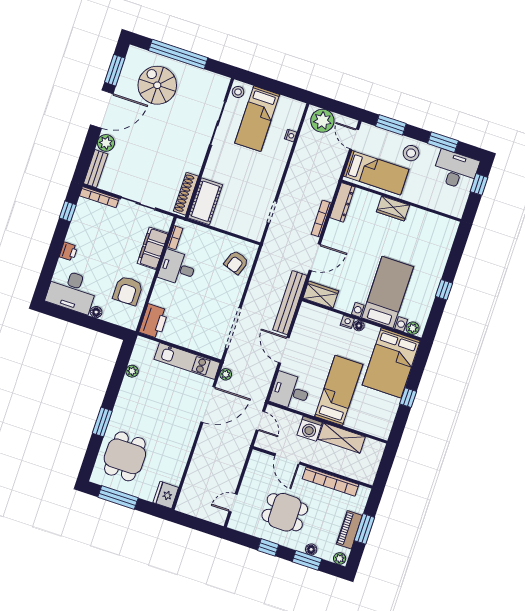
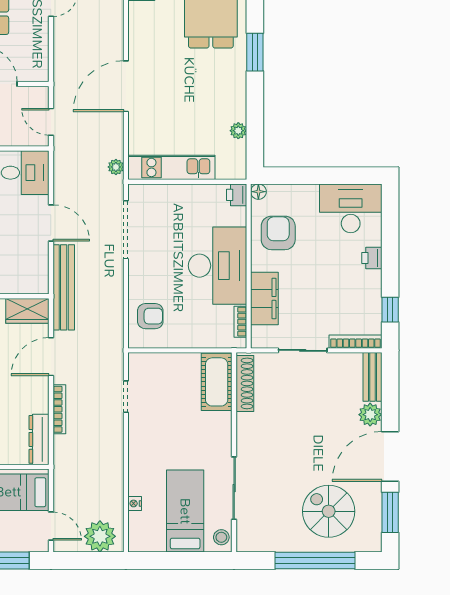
spiral stairs: (157, 85) -> (329, 511), turned 180
armchair: (236, 262) -> (150, 316), turned 71
desk: (177, 268) -> (217, 266), width x1.87, depth x1.30
floor lamp: (96, 312) -> (258, 192), moved
printer: (154, 321) -> (237, 195), width x0.53, depth x0.68
door: (208, 404) -> (126, 86), moved

